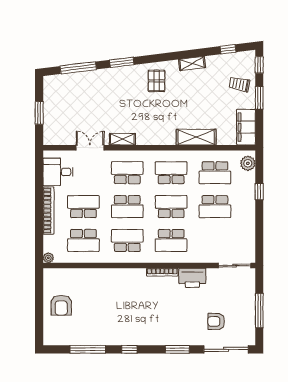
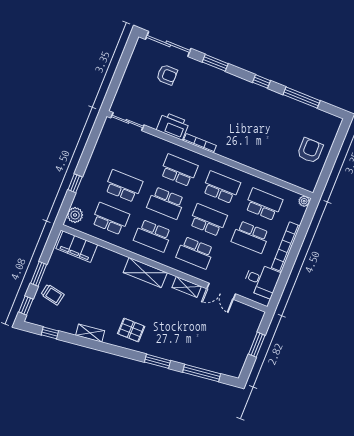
pallet: (157, 81) -> (131, 330), turned 90
filing cabinet: (246, 127) -> (77, 247), moved, turned 90
shelving: (196, 137) -> (145, 273), moved
school desk: (127, 240) -> (221, 187), turned 180
window: (259, 311) -> (121, 69), removed

